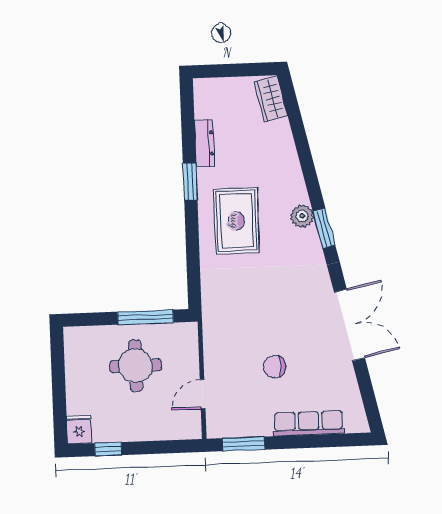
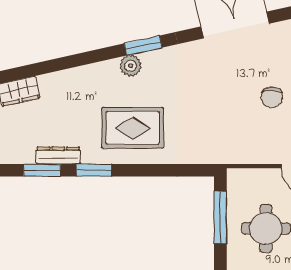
window: (188, 127) -> (42, 170), added

